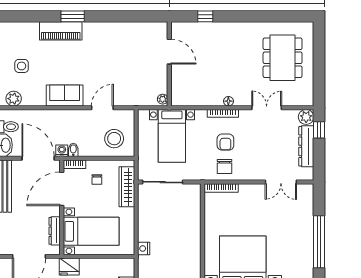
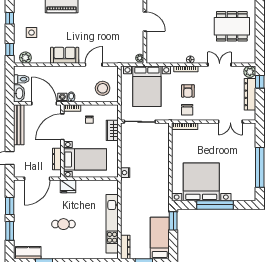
dining table: (283, 58) -> (232, 26), turned 90
bed with nightstands: (172, 136) -> (147, 86), width x1.36
wardrobe: (127, 187) -> (112, 130), width x0.67

